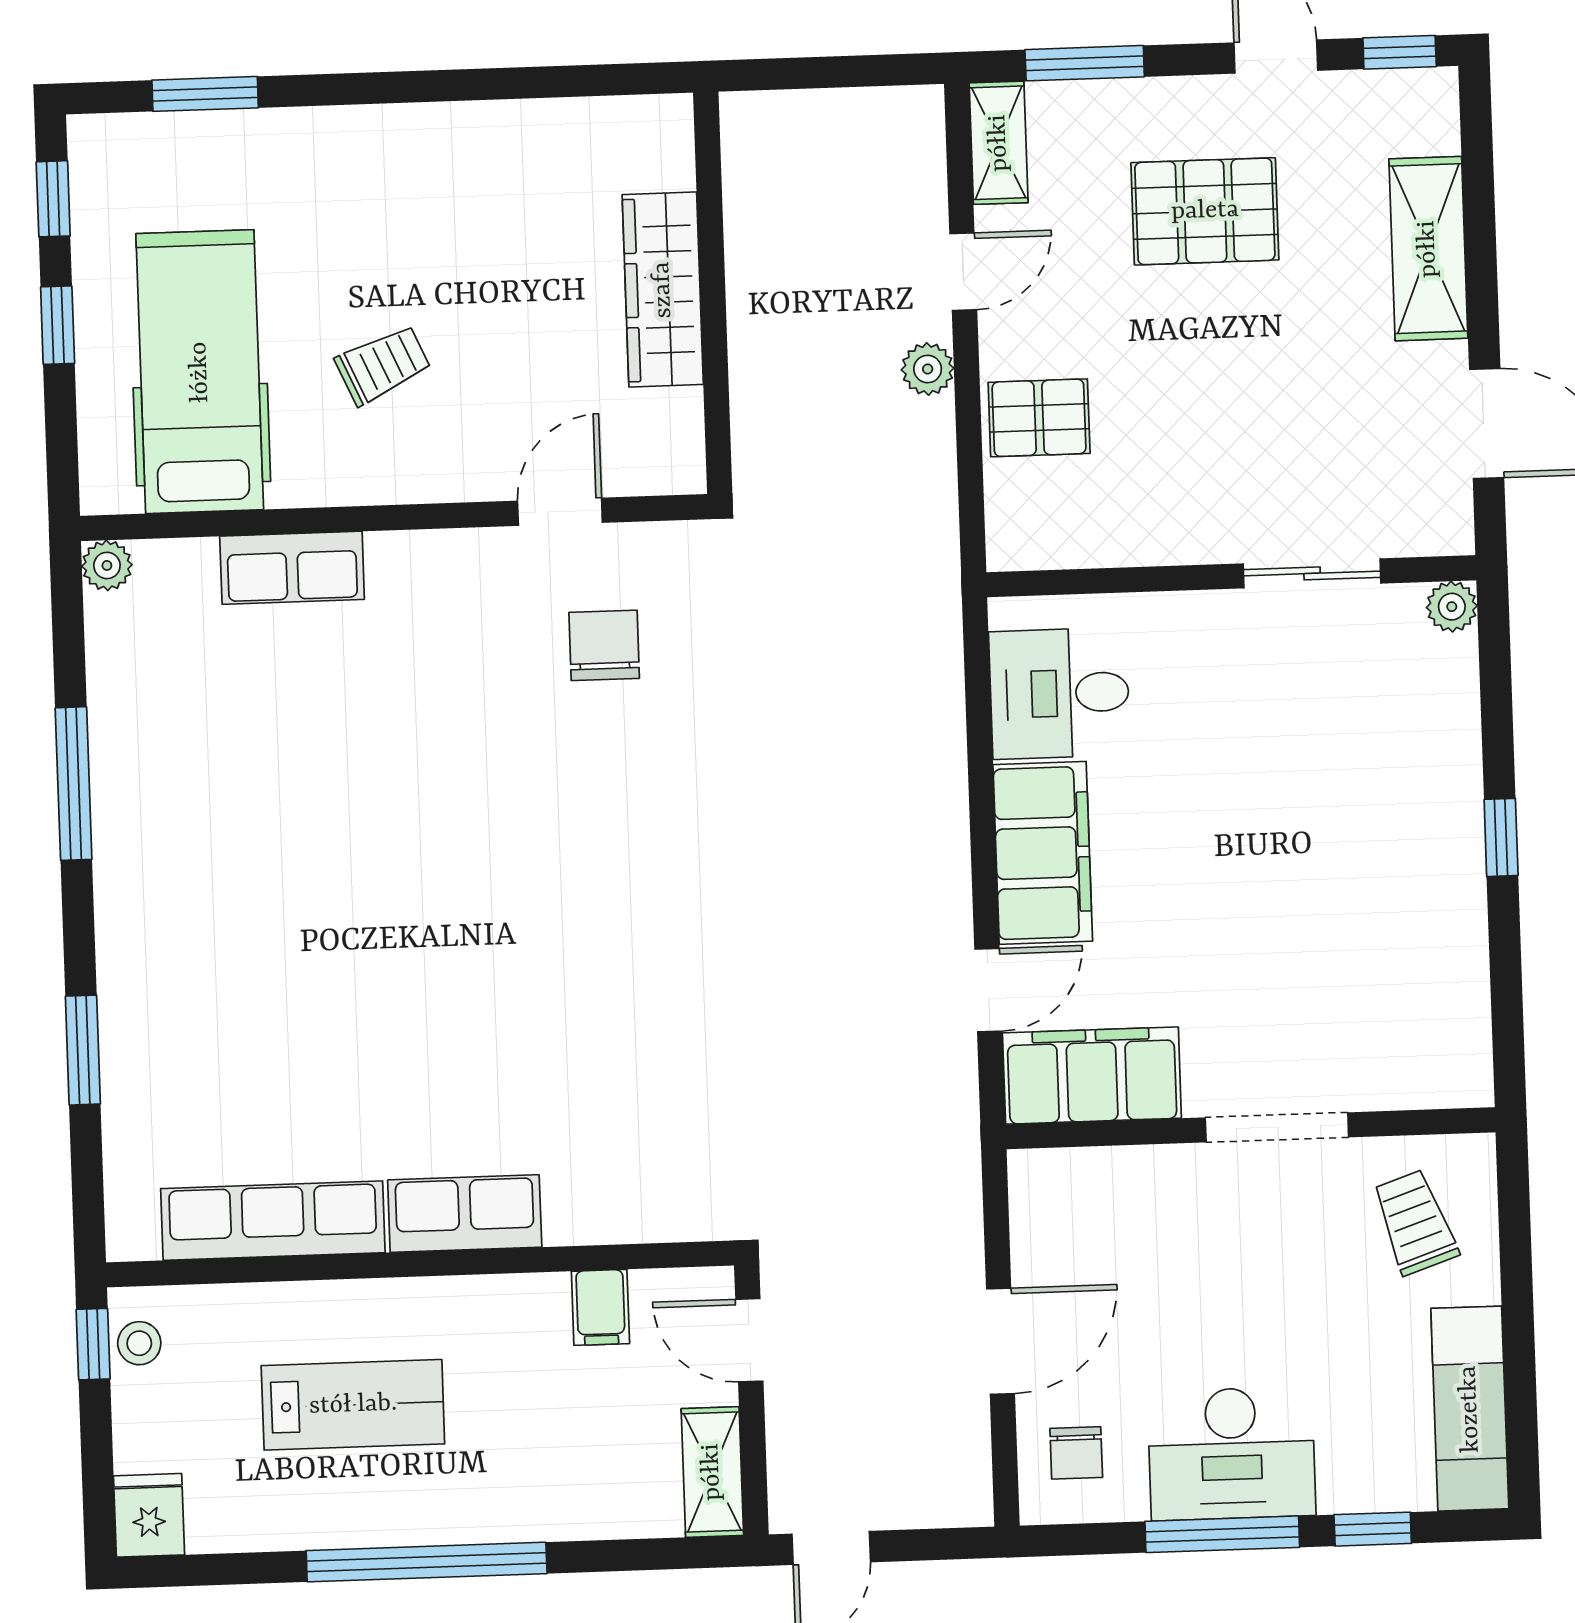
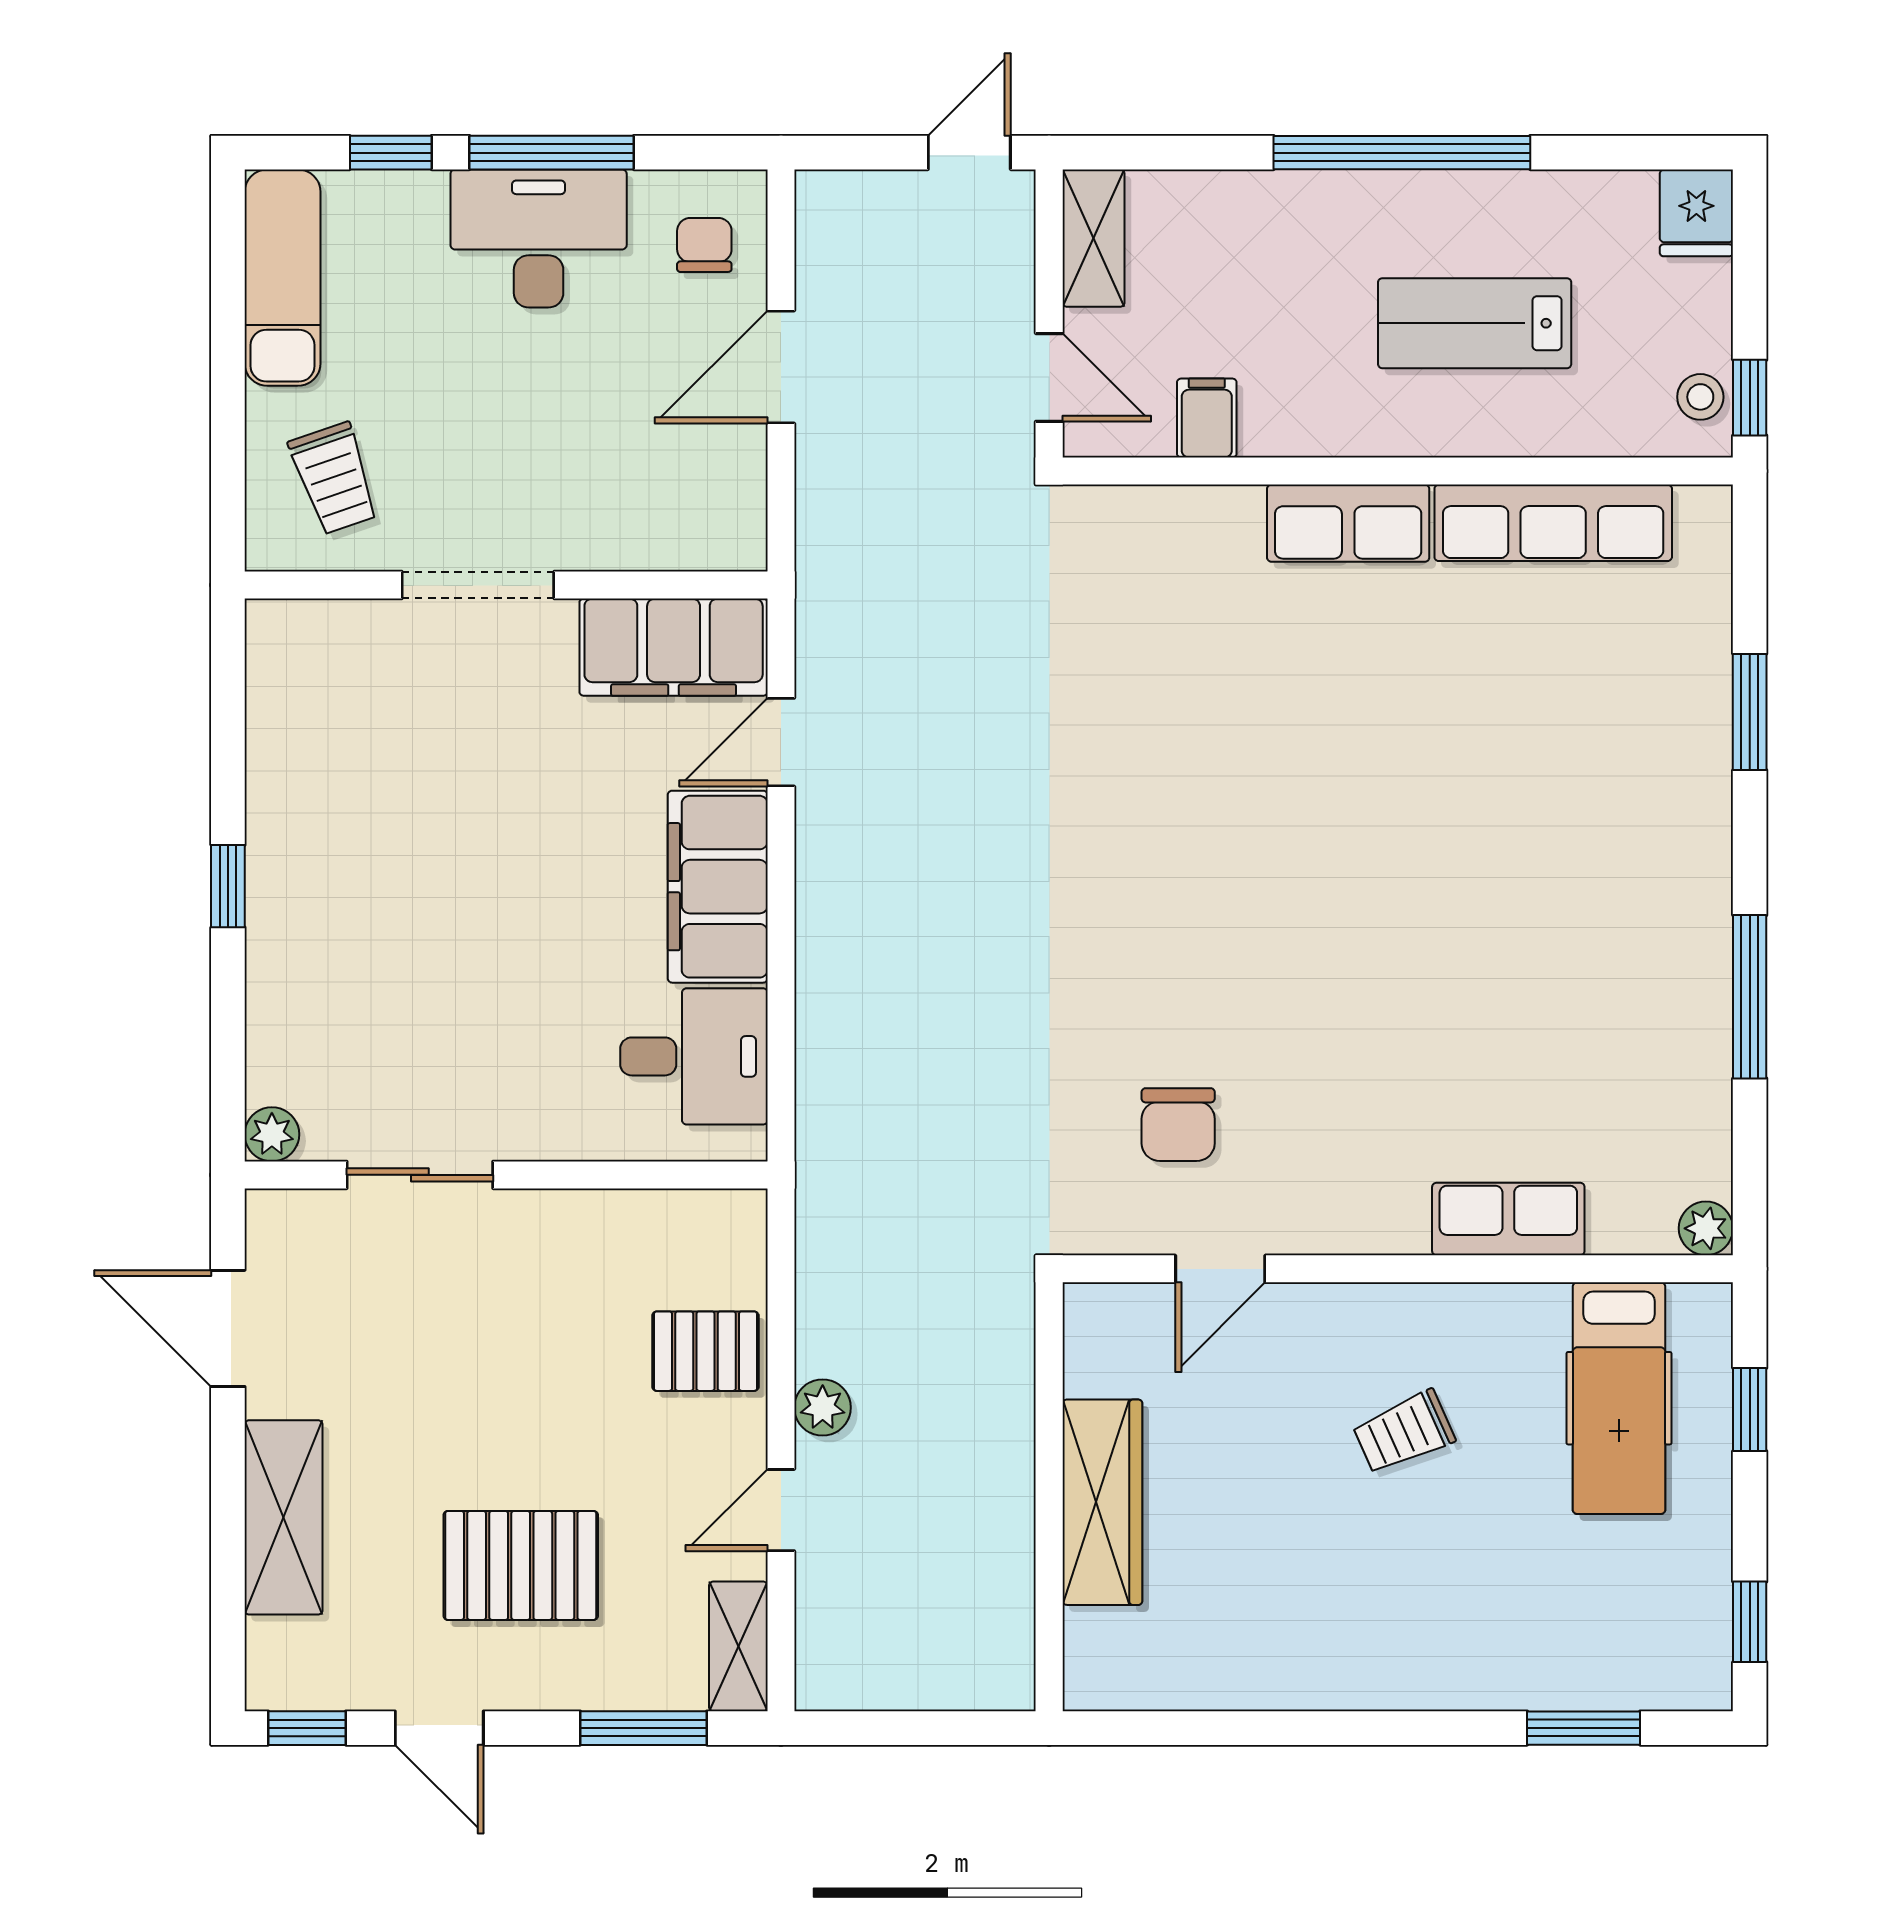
window: (58, 325) -> (1750, 1409), moved
hospital bed: (200, 372) -> (1619, 1398), width x0.73, depth x0.78

